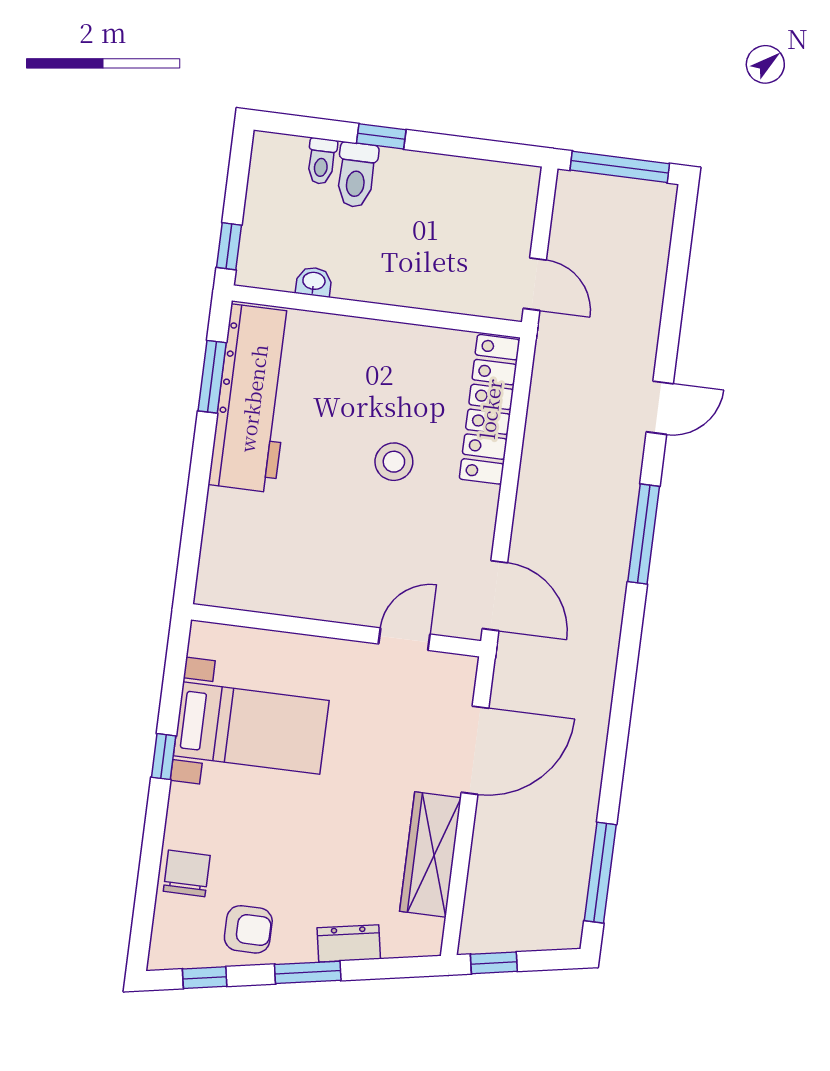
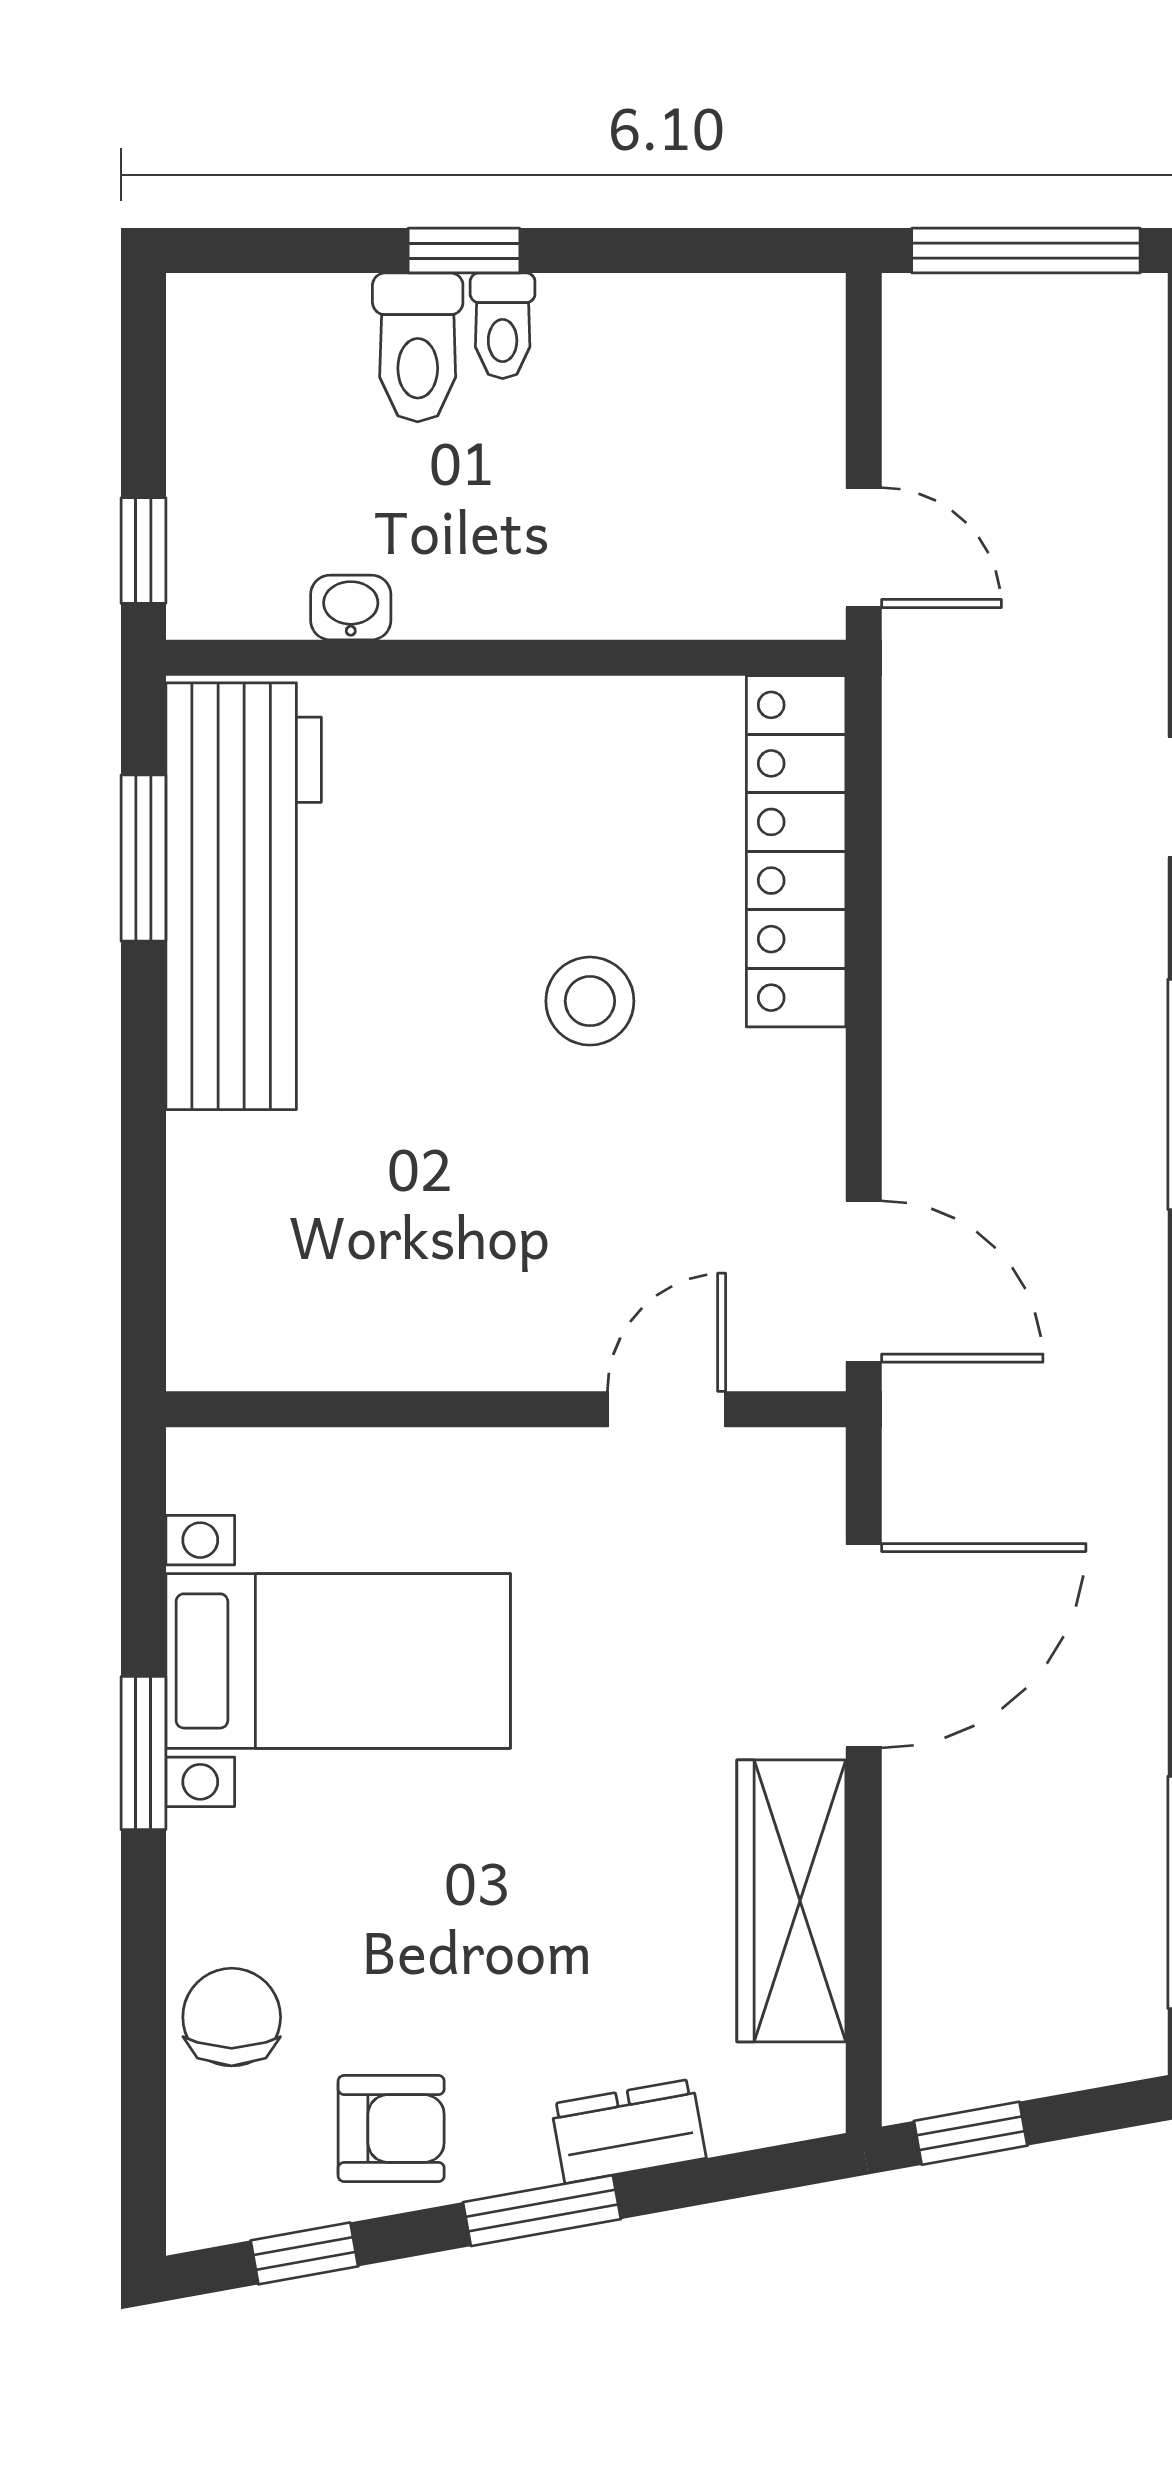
toilet: (322, 161) -> (503, 326), moved
window: (164, 757) -> (143, 1753), width x1.50

